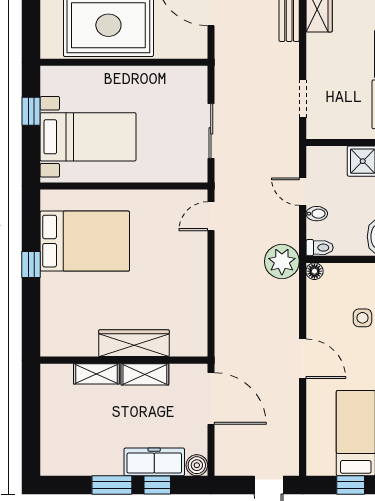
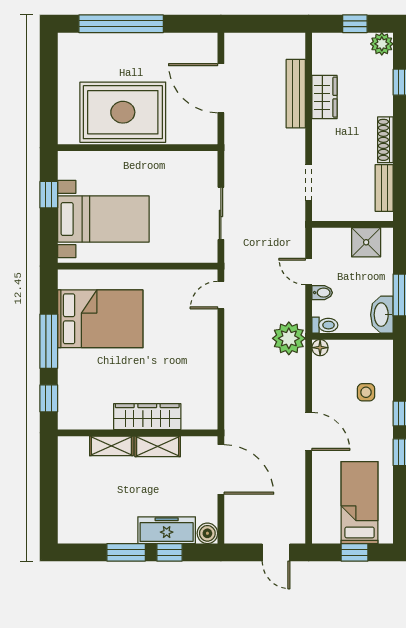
window: (31, 264) -> (49, 341), width x2.17
window: (31, 324) -> (49, 398), added

